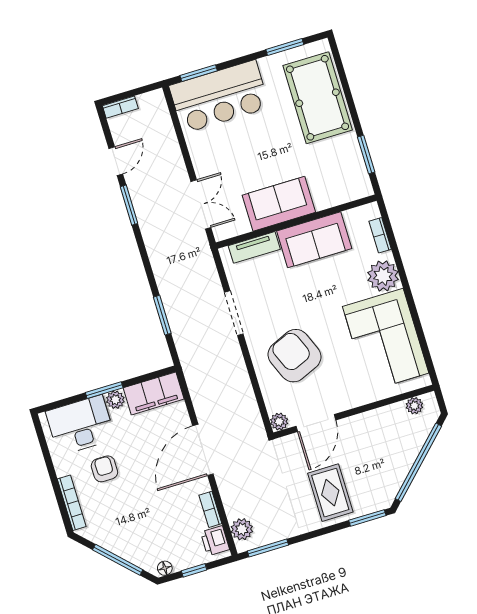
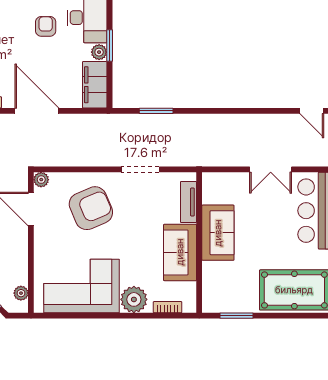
door: (116, 161) -> (312, 111), moved
double door: (201, 204) -> (271, 169), moved
window: (129, 205) -> (254, 111), removed
armchair: (104, 469) -> (46, 26), turned -90

